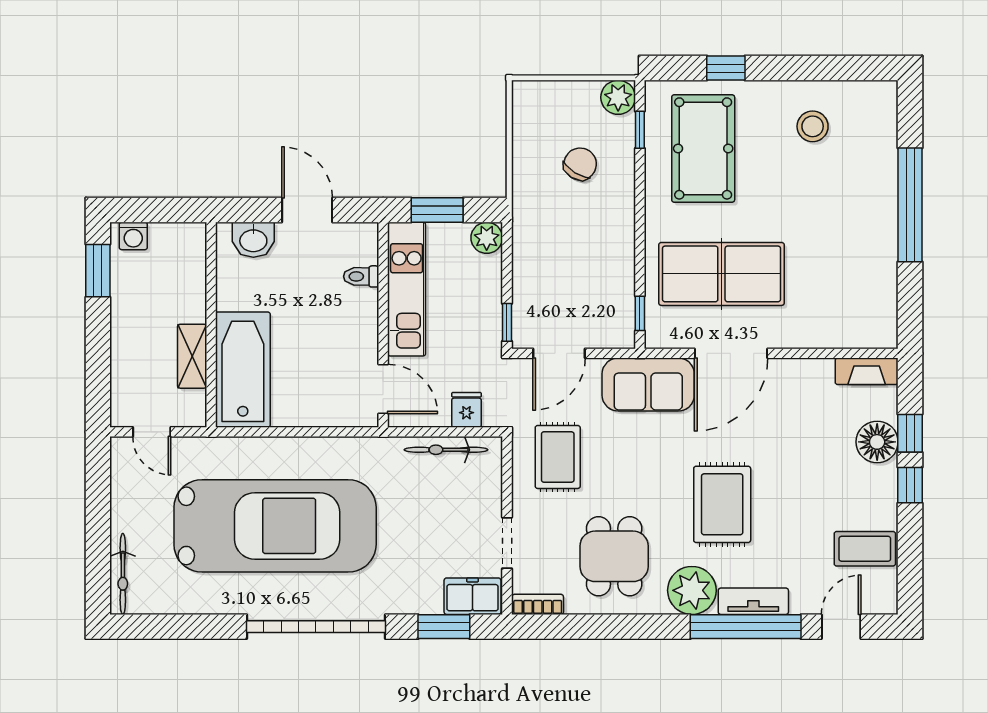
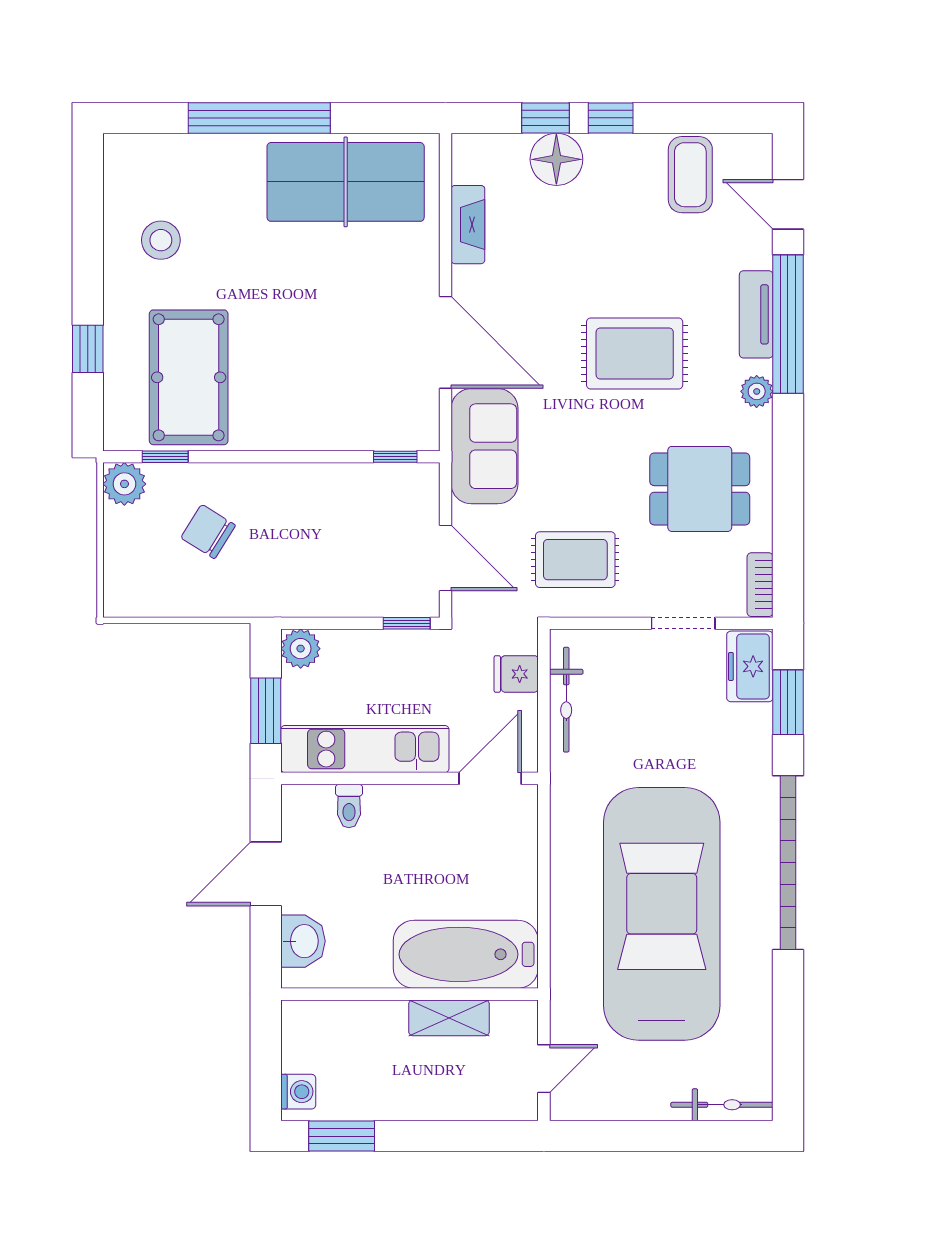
pool table: (703, 148) -> (189, 377), turned 90
table tennis table: (721, 274) -> (346, 182), moved, turned 90
fireplace: (867, 371) -> (468, 225), moved
plant: (692, 590) -> (757, 391), width x0.53, depth x0.53

